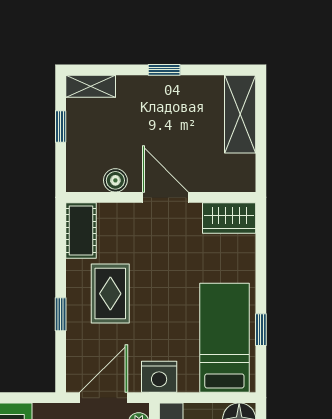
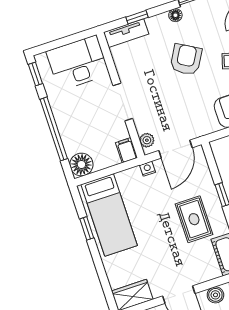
nightstand: (159, 377) -> (147, 169), width x0.53, depth x0.56

